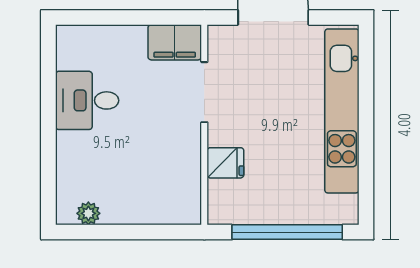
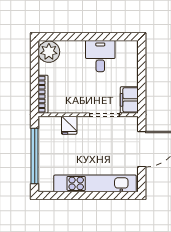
plant: (88, 213) -> (49, 52), width x1.87, depth x1.87
bookcase: (163, 215) -> (43, 94), added

